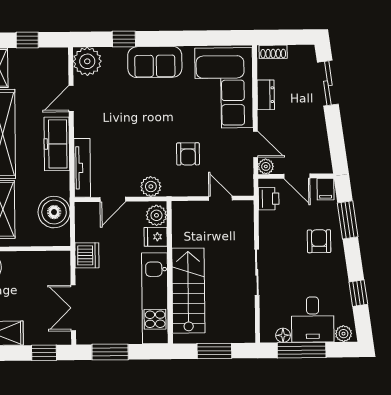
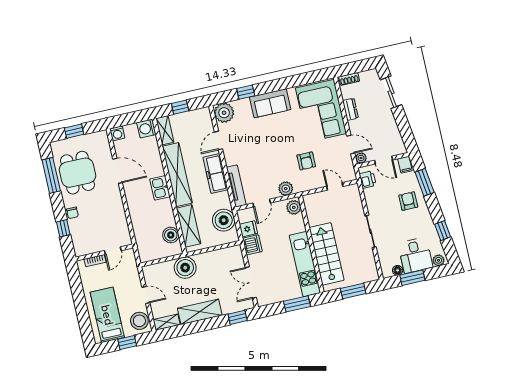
fridge: (156, 237) -> (248, 229), moved, turned 180
window: (302, 350) -> (412, 278), width x0.69
window: (110, 352) -> (297, 304), moved

